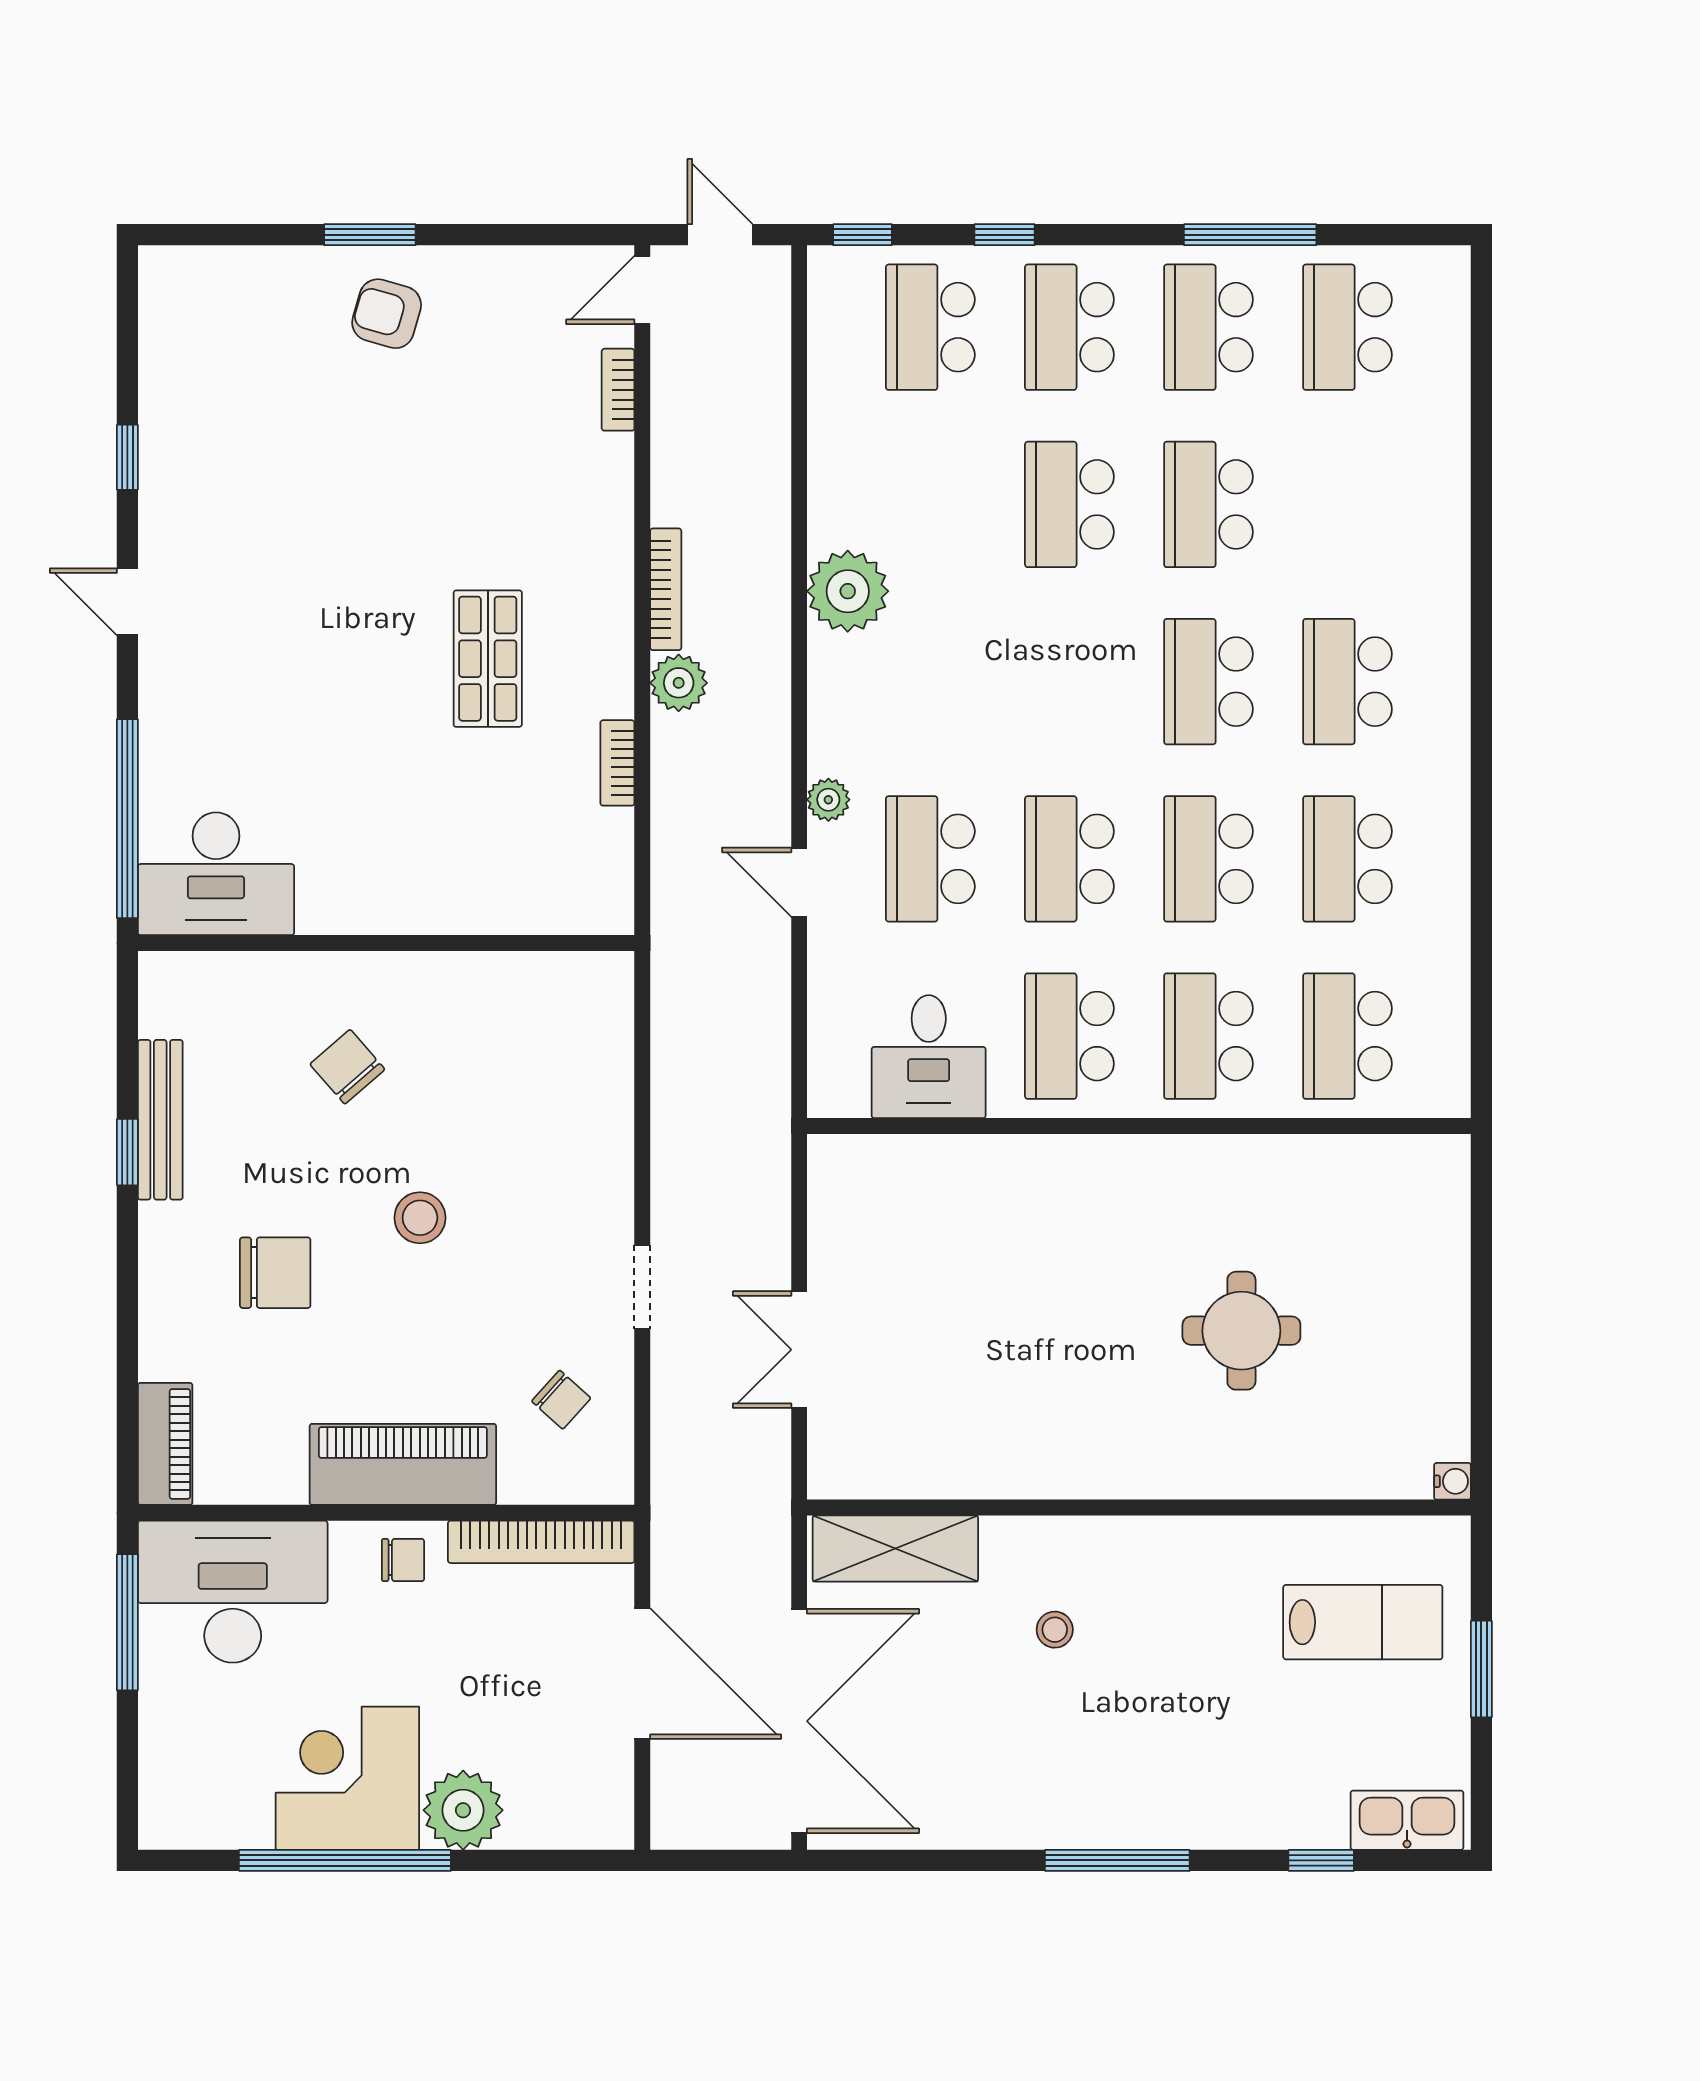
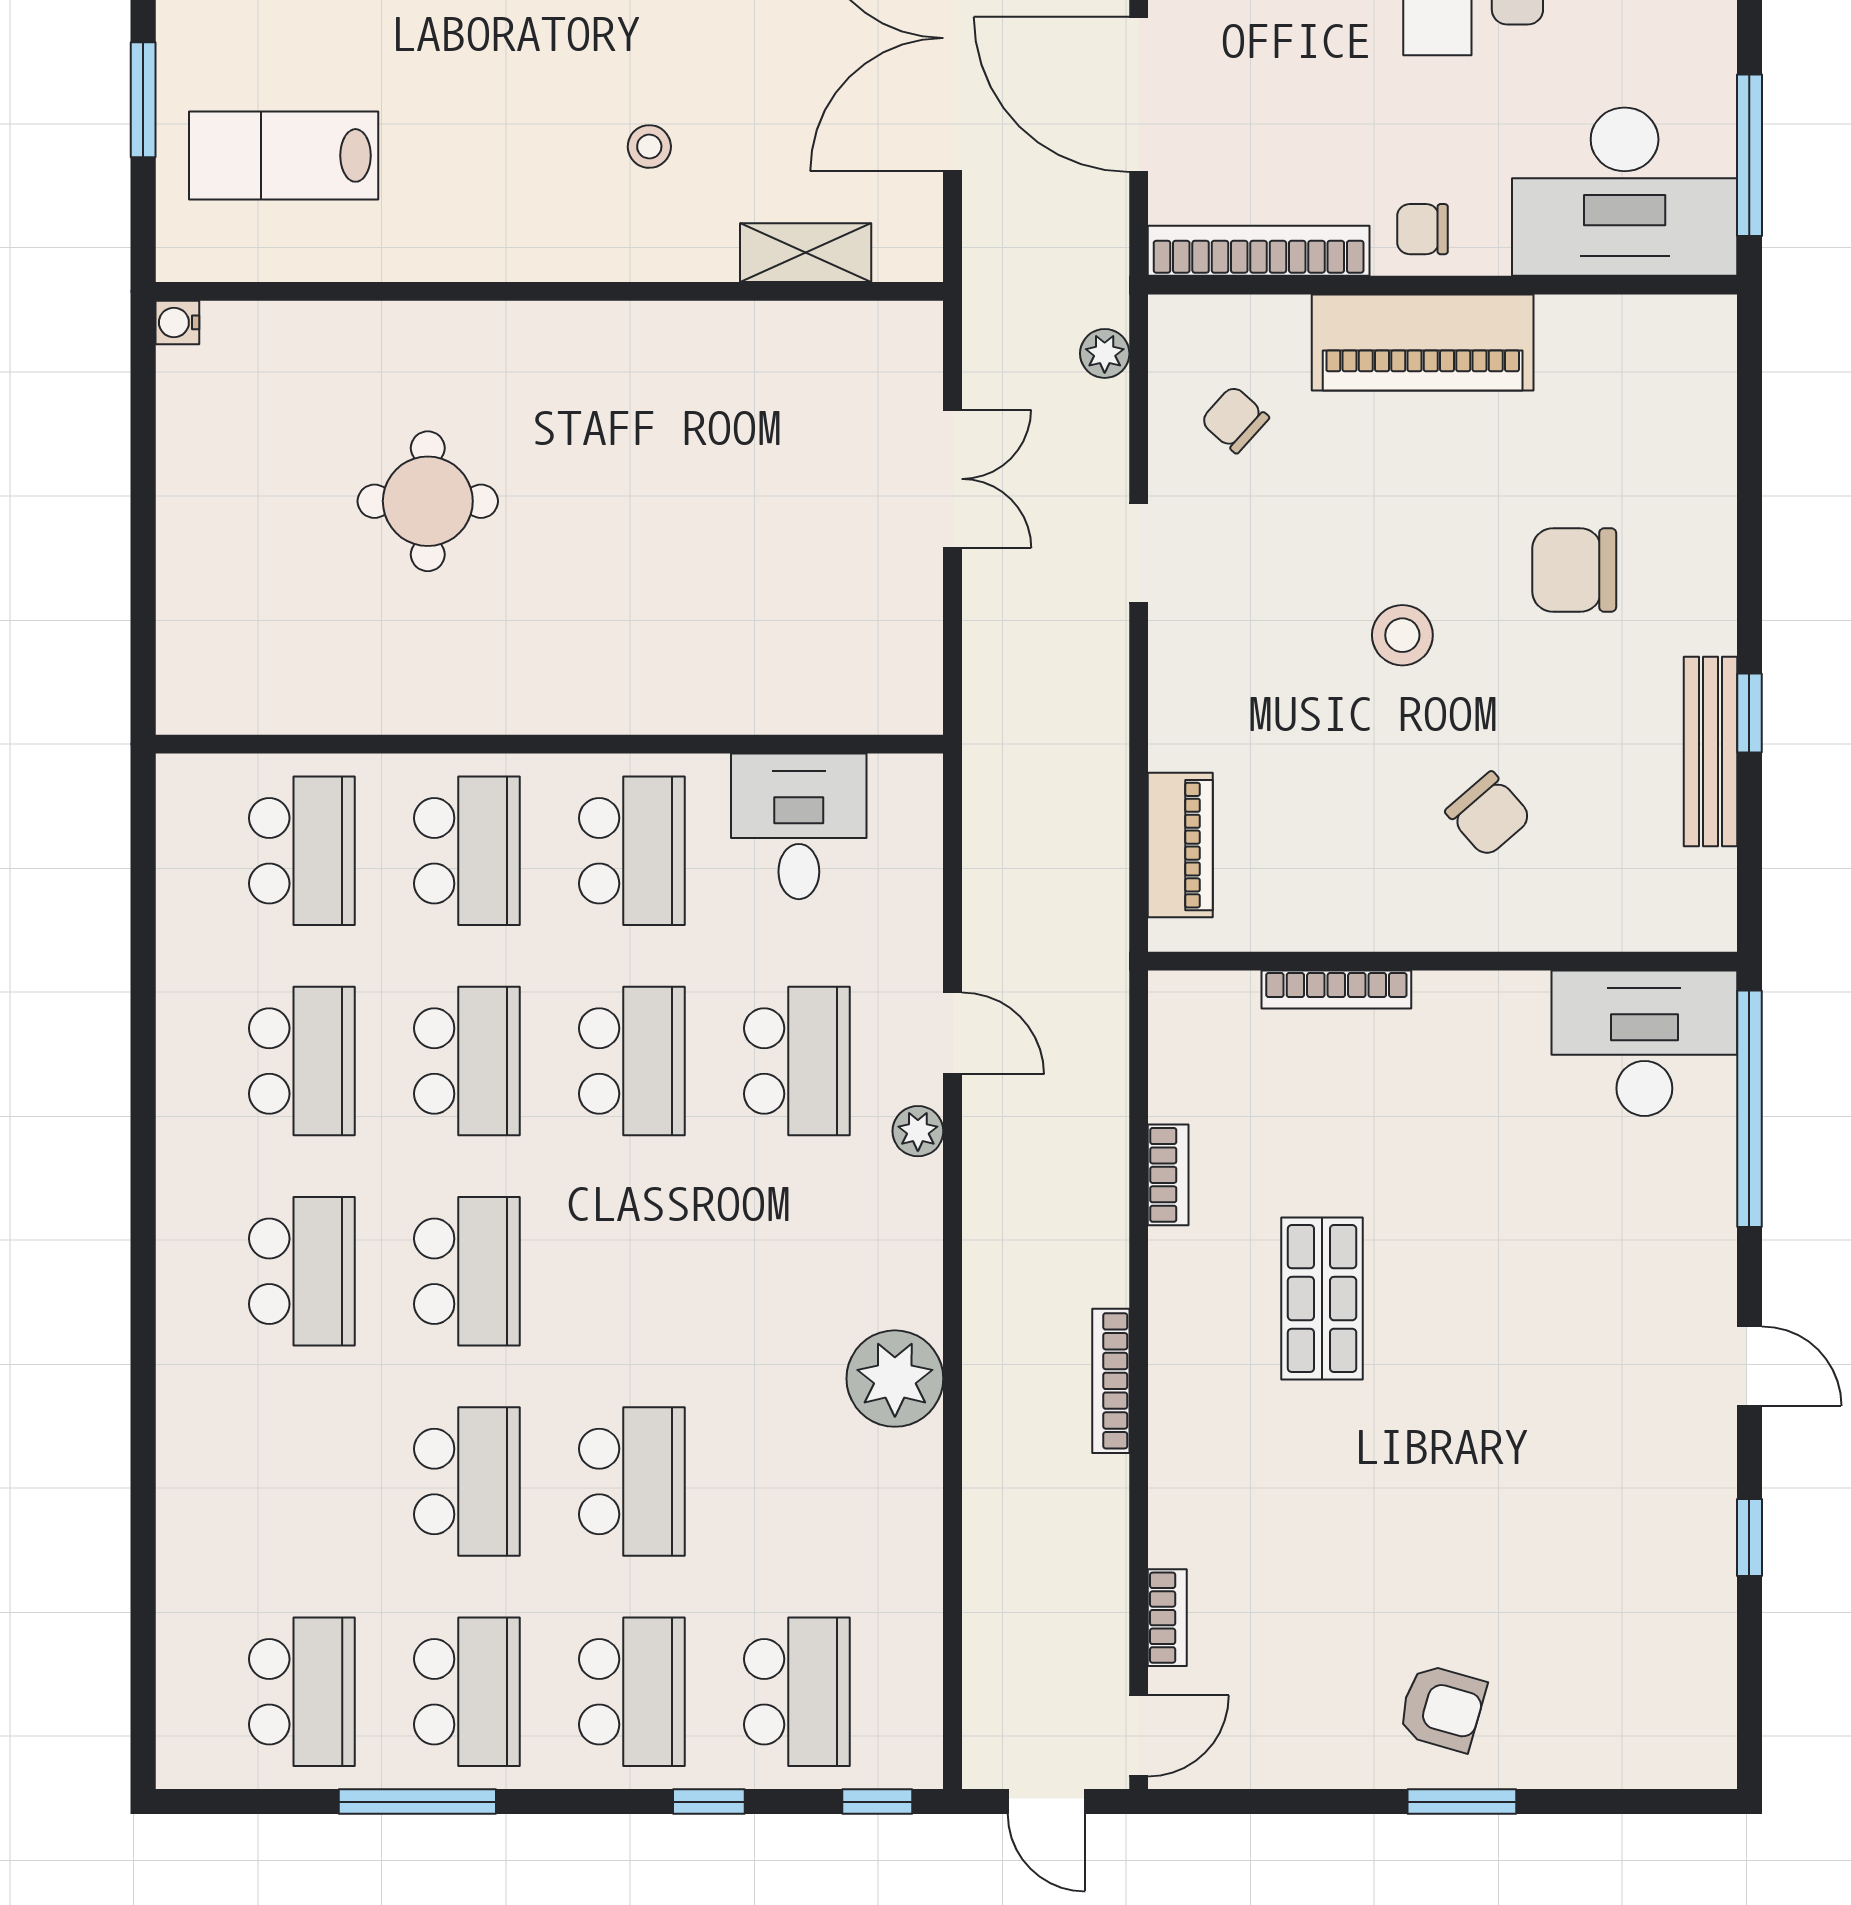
plant: (679, 683) -> (1105, 353), moved, width x0.73, depth x0.73
bookcase: (476, 919) -> (1336, 990), added
piano: (165, 1444) -> (1180, 845), moved, turned 180
shelving: (895, 1549) -> (806, 253), width x0.67, depth x0.75

